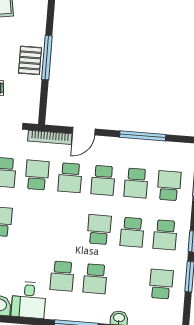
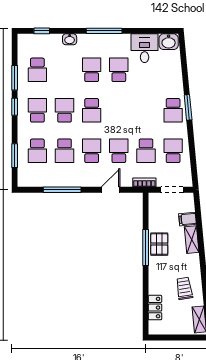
bookcase: (50, 137) -> (144, 182), width x0.64
school desk: (136, 183) -> (65, 151), turned 180

